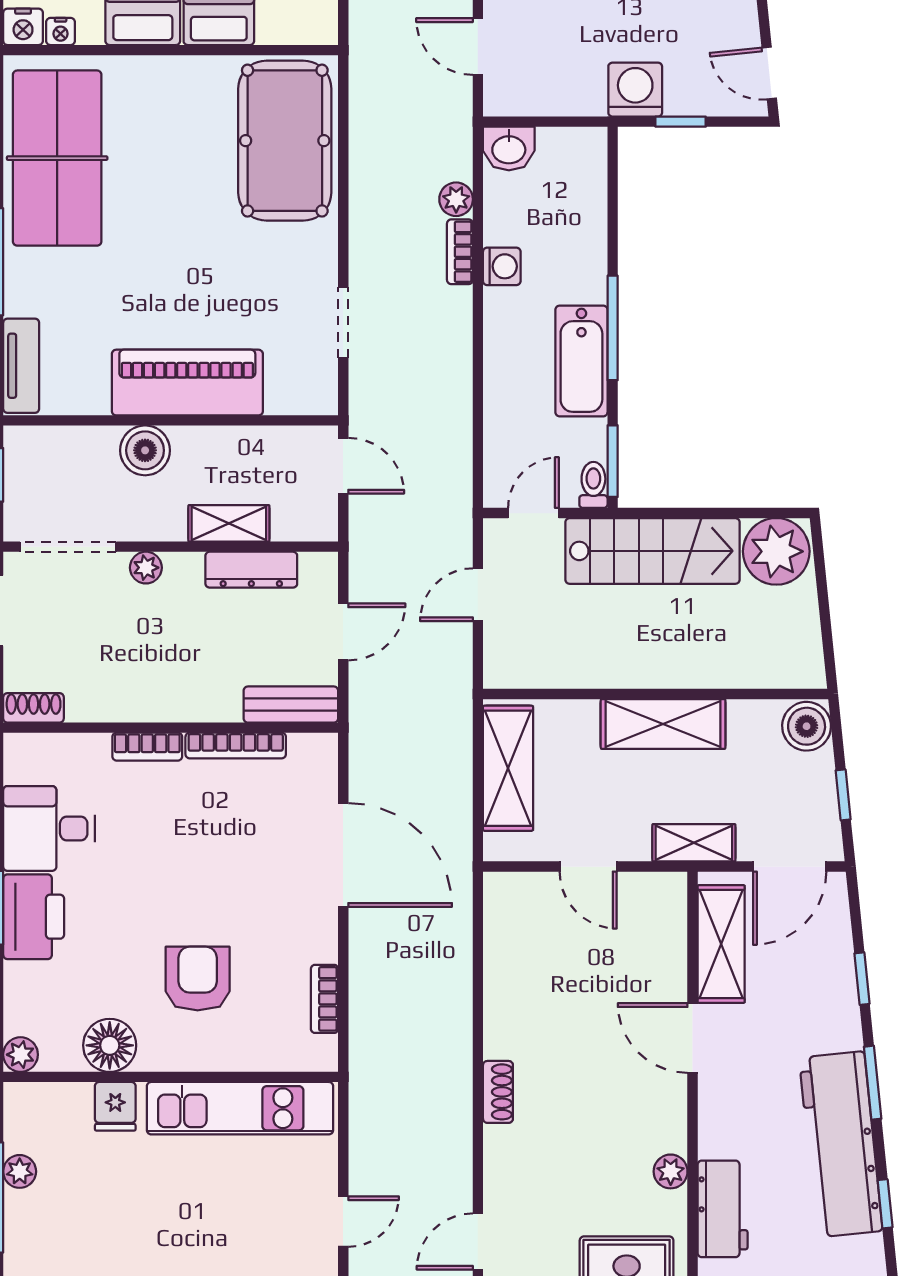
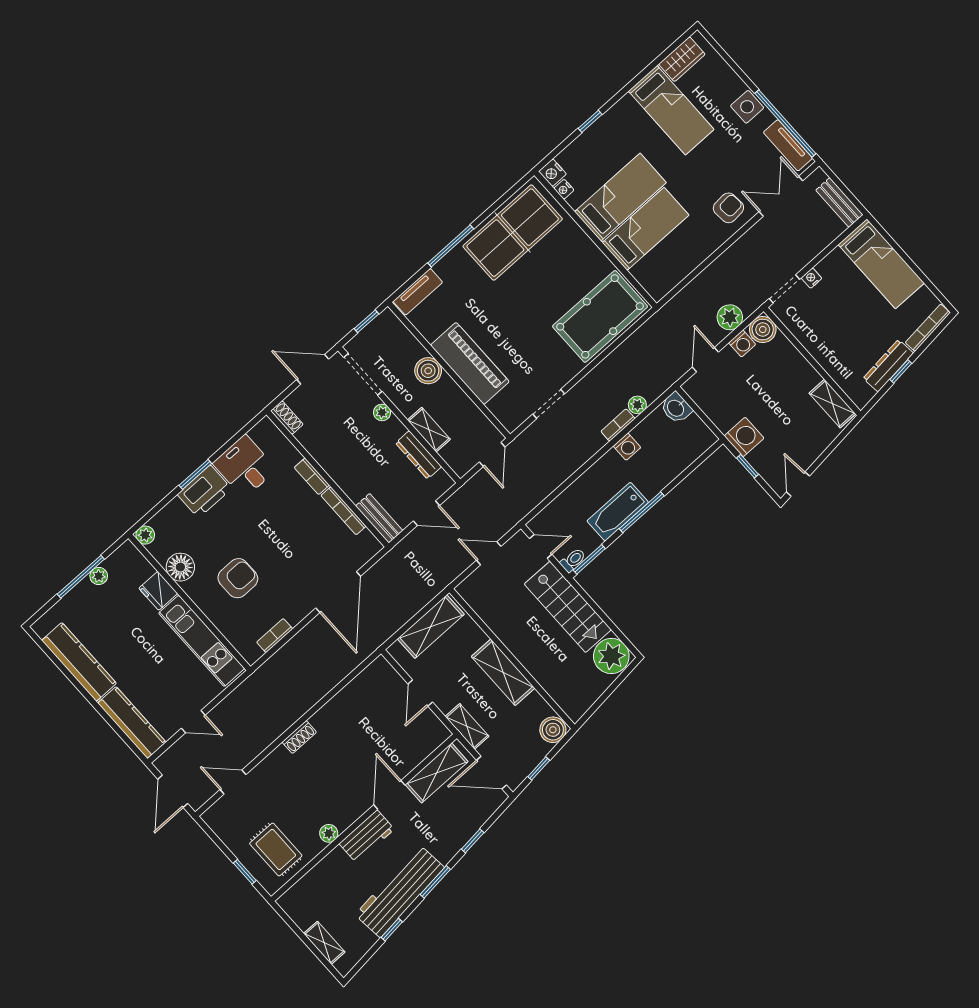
fridge: (115, 1106) -> (158, 591), width x1.38
workbench: (723, 1209) -> (367, 836), moved

